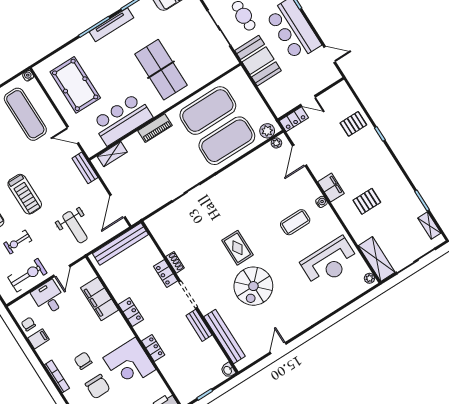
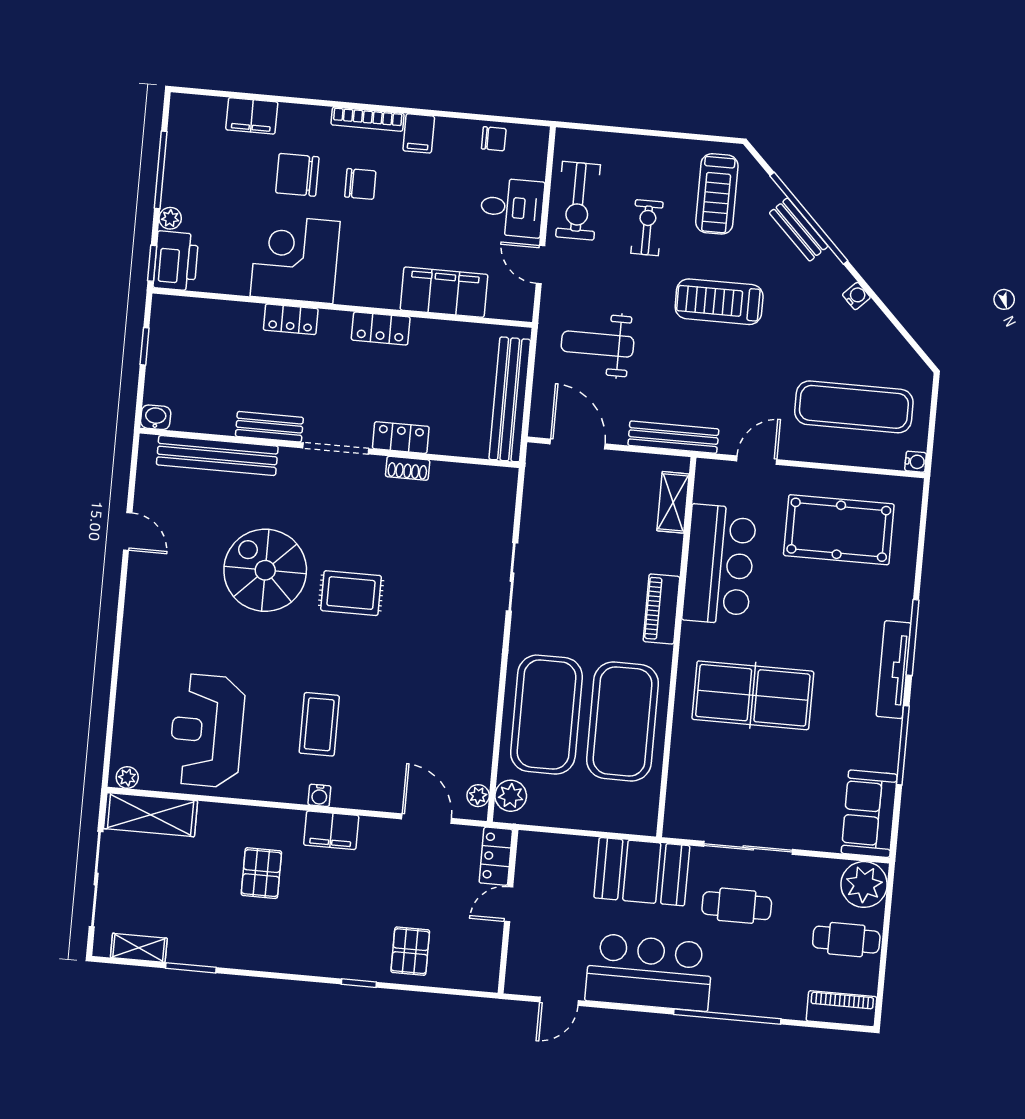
bench: (85, 168) -> (673, 437), width x1.36
filing cabinet: (39, 339) -> (419, 133), moved

